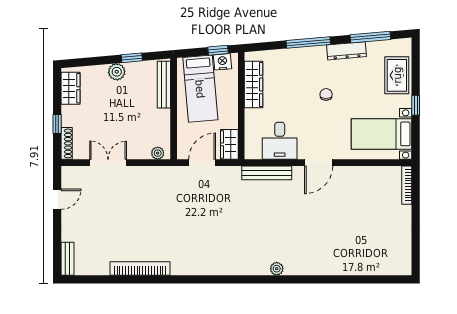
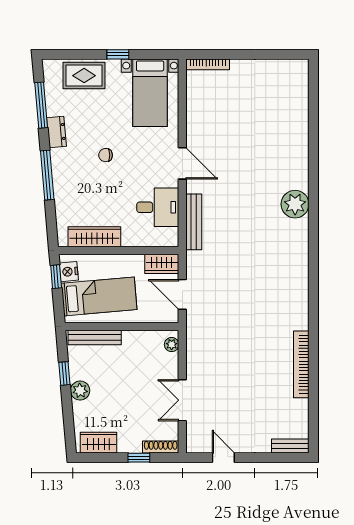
dresser: (347, 51) -> (57, 132), width x0.70
plant: (277, 269) -> (295, 204), width x1.88, depth x1.88

